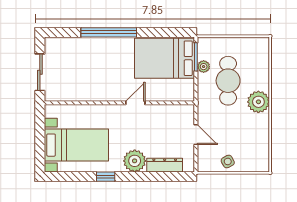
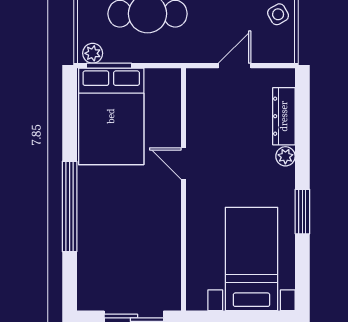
plant: (204, 67) -> (93, 53), moved
plant: (135, 161) -> (285, 156), width x0.53, depth x0.53
window: (106, 177) -> (302, 212), width x1.50

